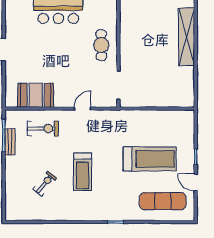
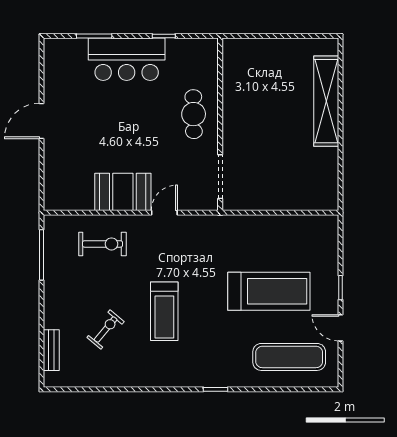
booth: (36, 95) -> (123, 192), moved
bench: (10, 142) -> (51, 350), moved

